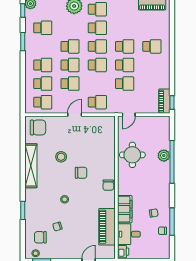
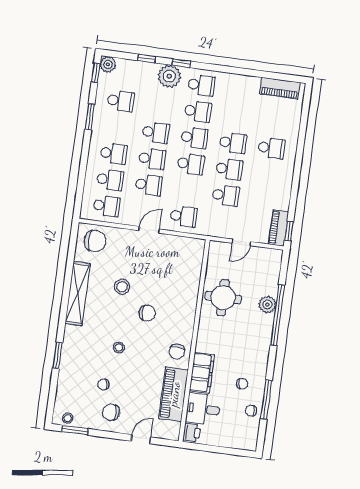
door: (129, 115) -> (241, 242), moved
chair: (108, 185) -> (177, 352), moved
chair: (40, 237) -> (111, 412), moved

